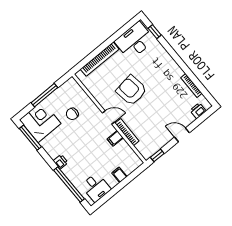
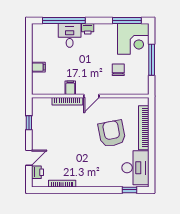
armchair: (131, 90) -> (112, 134), moved, turned -93
door: (182, 135) -> (29, 158), moved
window: (157, 155) -> (29, 123), moved
desk: (96, 187) -> (70, 35), moved, turned 90

